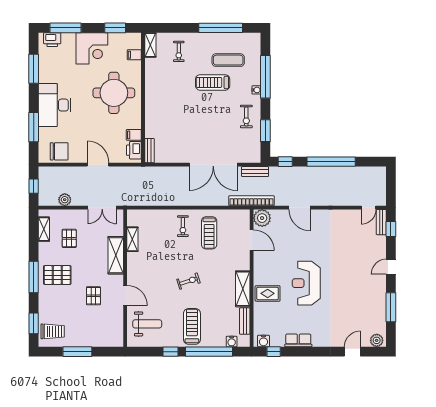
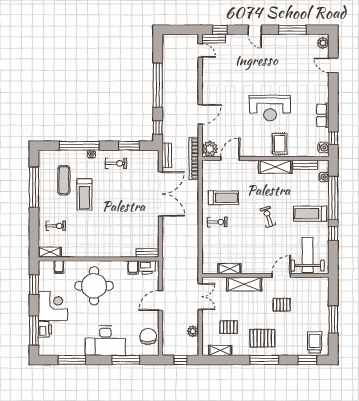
printer: (52, 40) -> (45, 329), moved
pallet: (57, 275) -> (262, 338), turned 90
weight bench: (147, 324) -> (308, 255), width x1.36, depth x1.33

